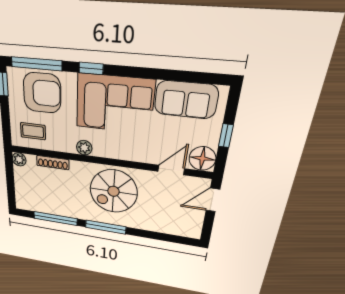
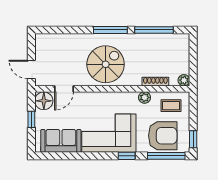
armchair: (42, 93) -> (163, 136), turned 180
plant: (84, 148) -> (145, 97), moved
door: (213, 200) -> (31, 69), swing flipped

